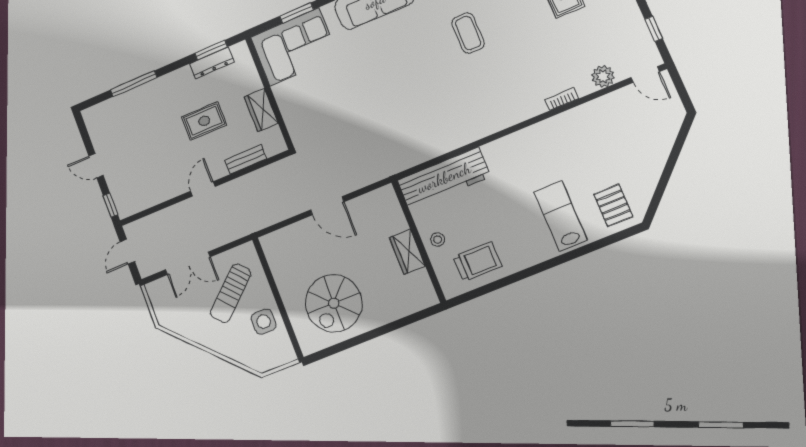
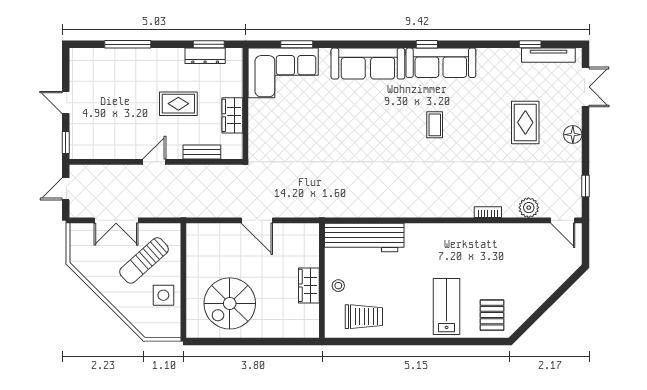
coffee table: (468, 33) -> (435, 125), width x0.73, depth x0.77

